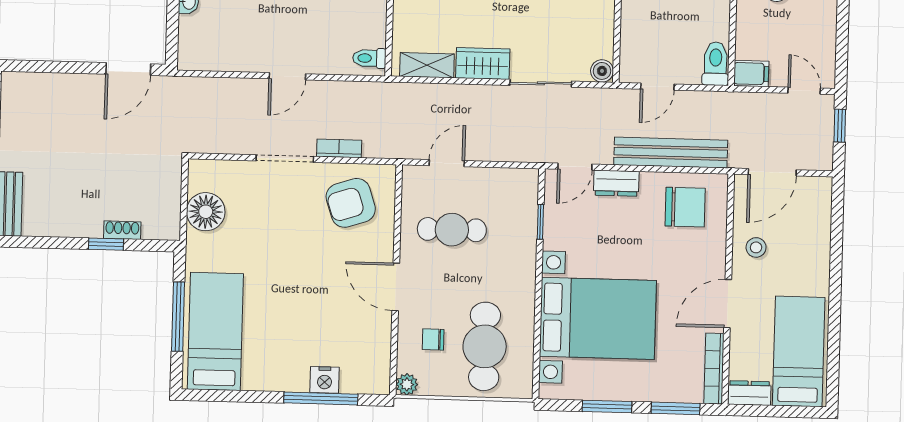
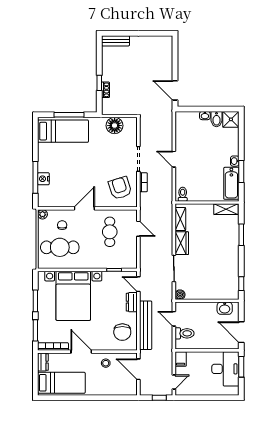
toilet: (716, 64) -> (184, 333), moved

